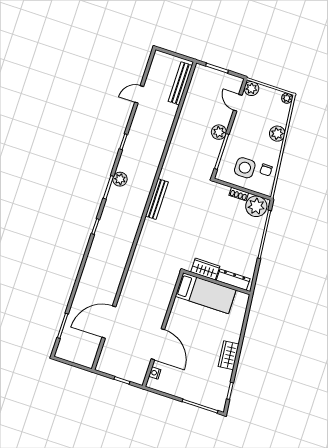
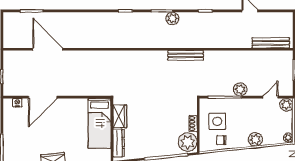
bench: (157, 199) -> (186, 55), moved

